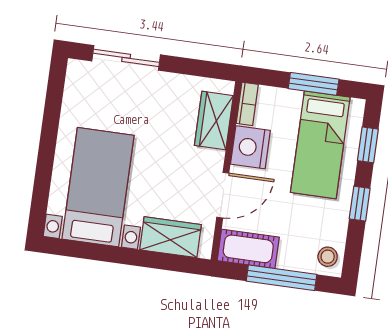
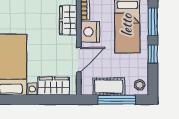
window: (368, 145) -> (153, 22), width x1.50
cot: (248, 249) -> (109, 87), moved

